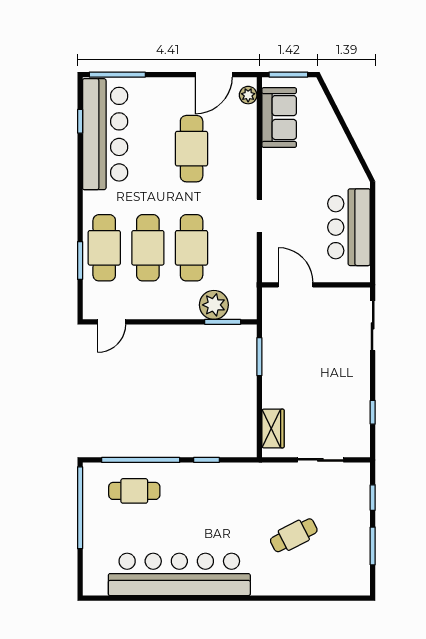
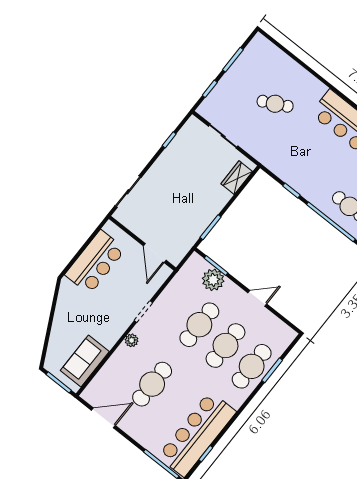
plant: (248, 95) -> (132, 340), moved
door: (112, 322) -> (257, 298), moved

